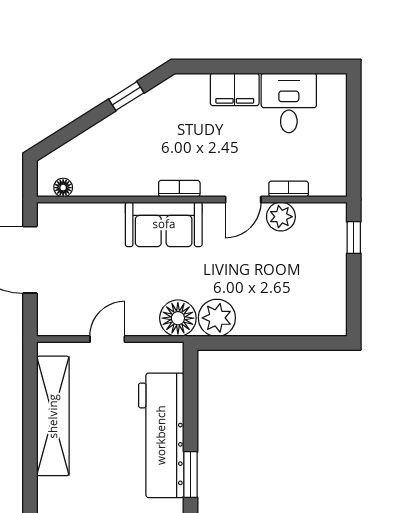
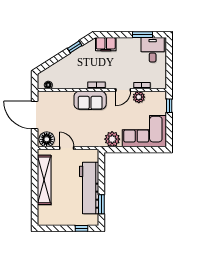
window: (290, 67) -> (143, 35), added
filing cabinet: (235, 89) -> (106, 44), moved
desk: (289, 103) -> (153, 50), moved
corner sofa: (294, 299) -> (144, 131), added
floor lamp: (178, 318) -> (47, 139), moved
door: (107, 339) -> (67, 148), hinge flipped

